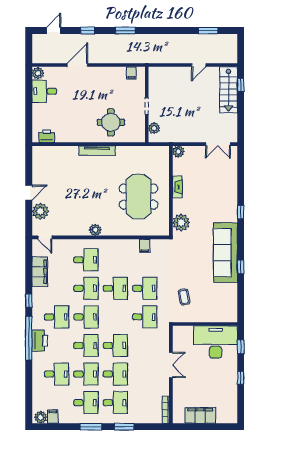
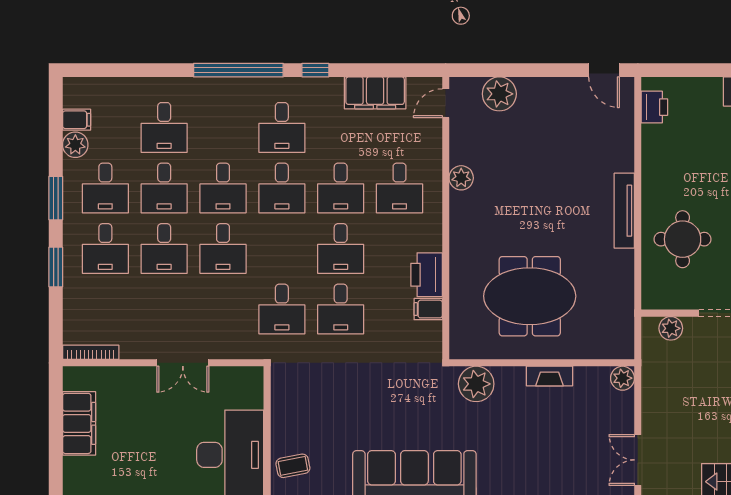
door: (29, 193) -> (604, 70), moved
plant: (95, 230) -> (461, 178), moved
coffee table: (184, 297) -> (293, 466), moved
printer: (40, 341) -> (427, 275), moved, turned 90
plant: (41, 417) -> (75, 145), moved

